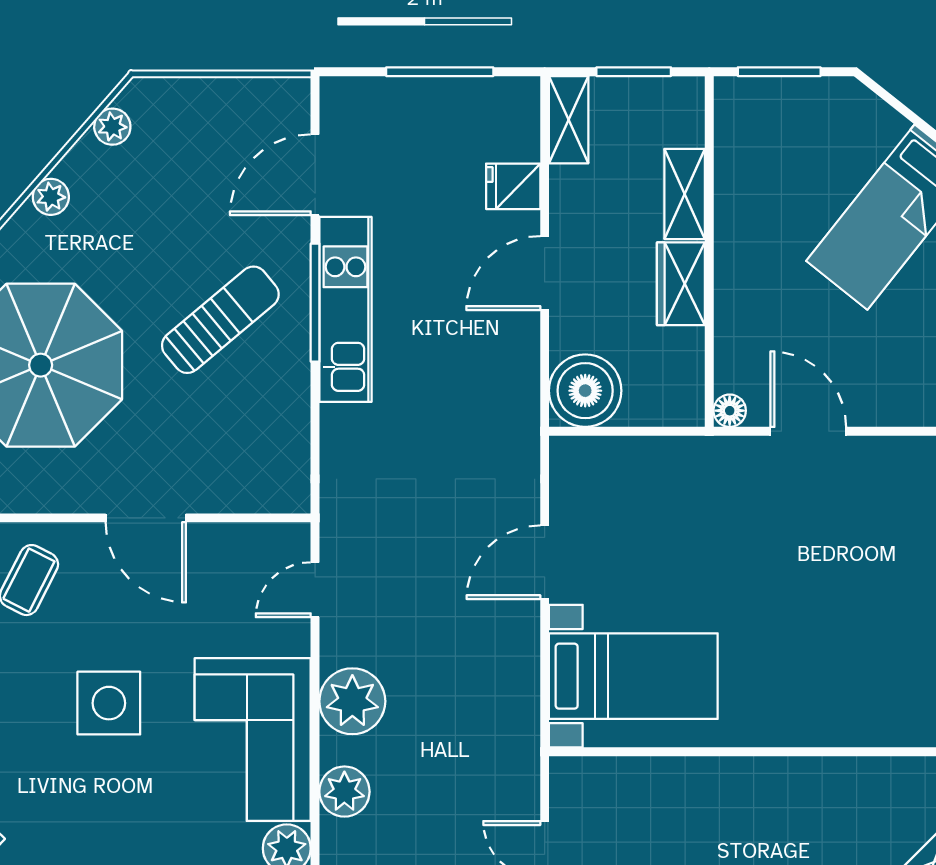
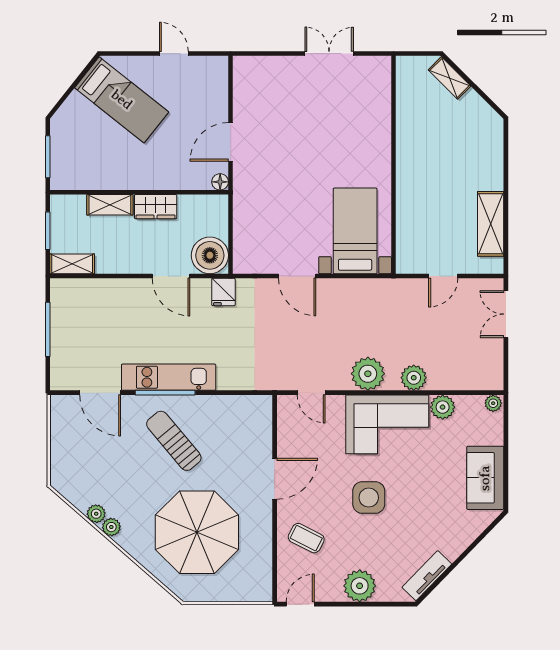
plant: (112, 127) -> (96, 514), moved
fridge: (513, 186) -> (223, 292), moved
door: (545, 273) -> (171, 276), moved

